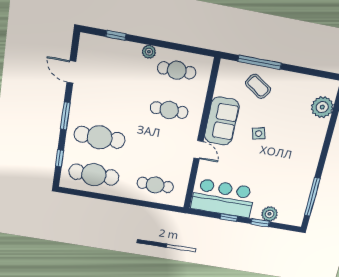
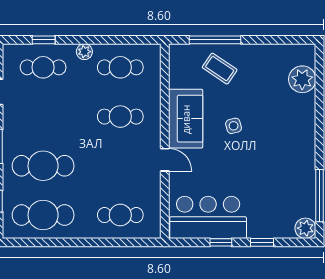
cafe table: (112, 58) -> (43, 67), added
plant: (270, 214) -> (305, 228), moved

